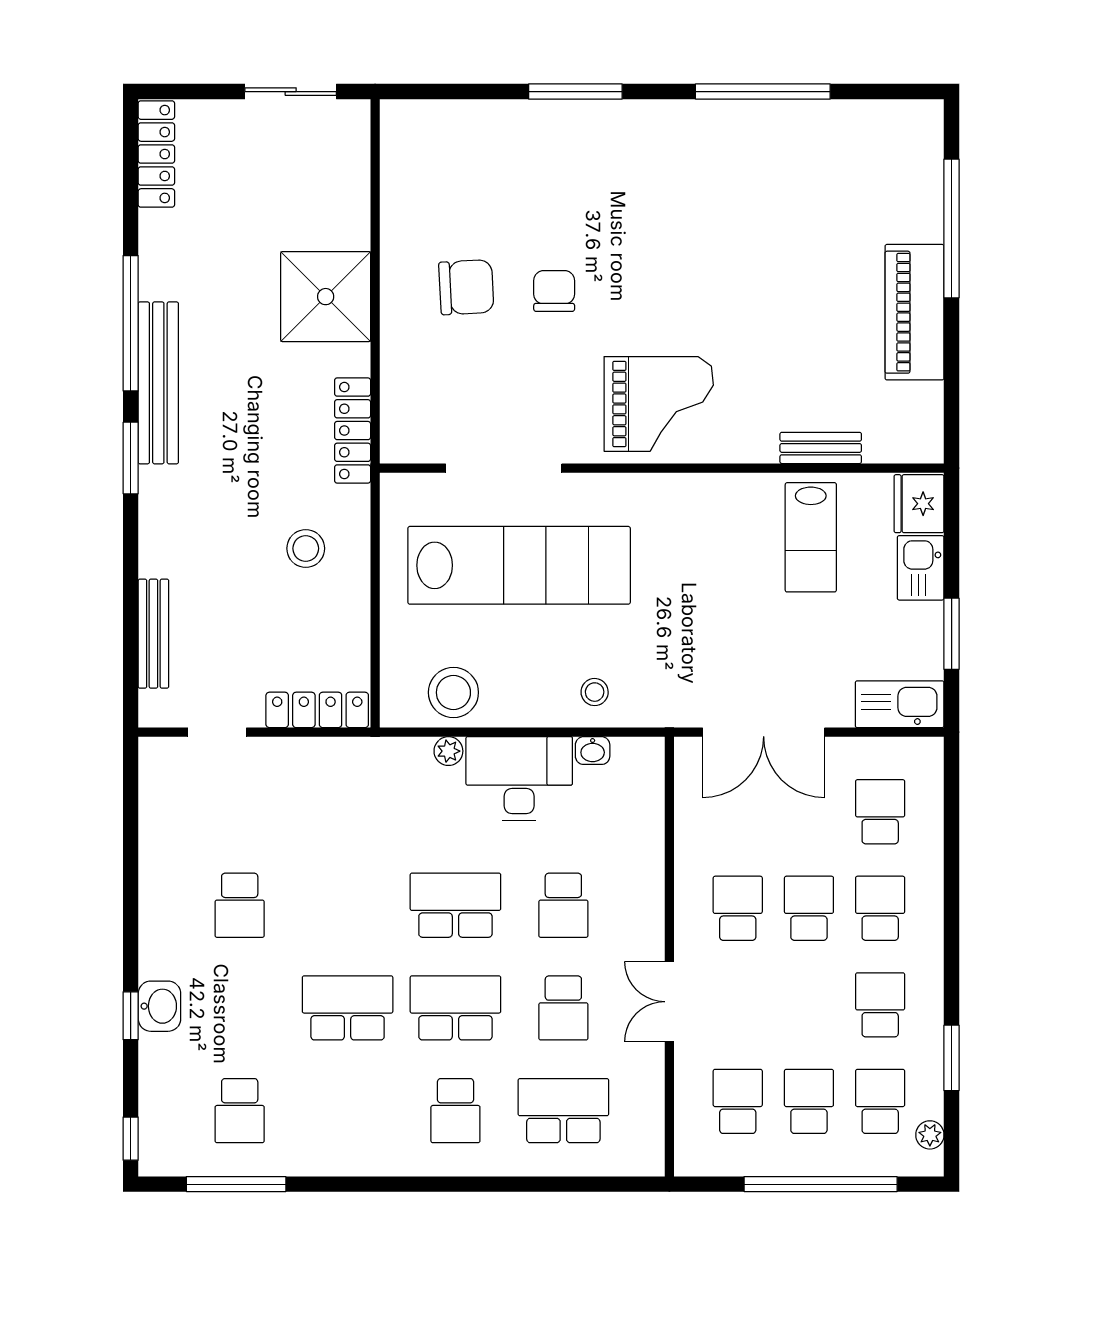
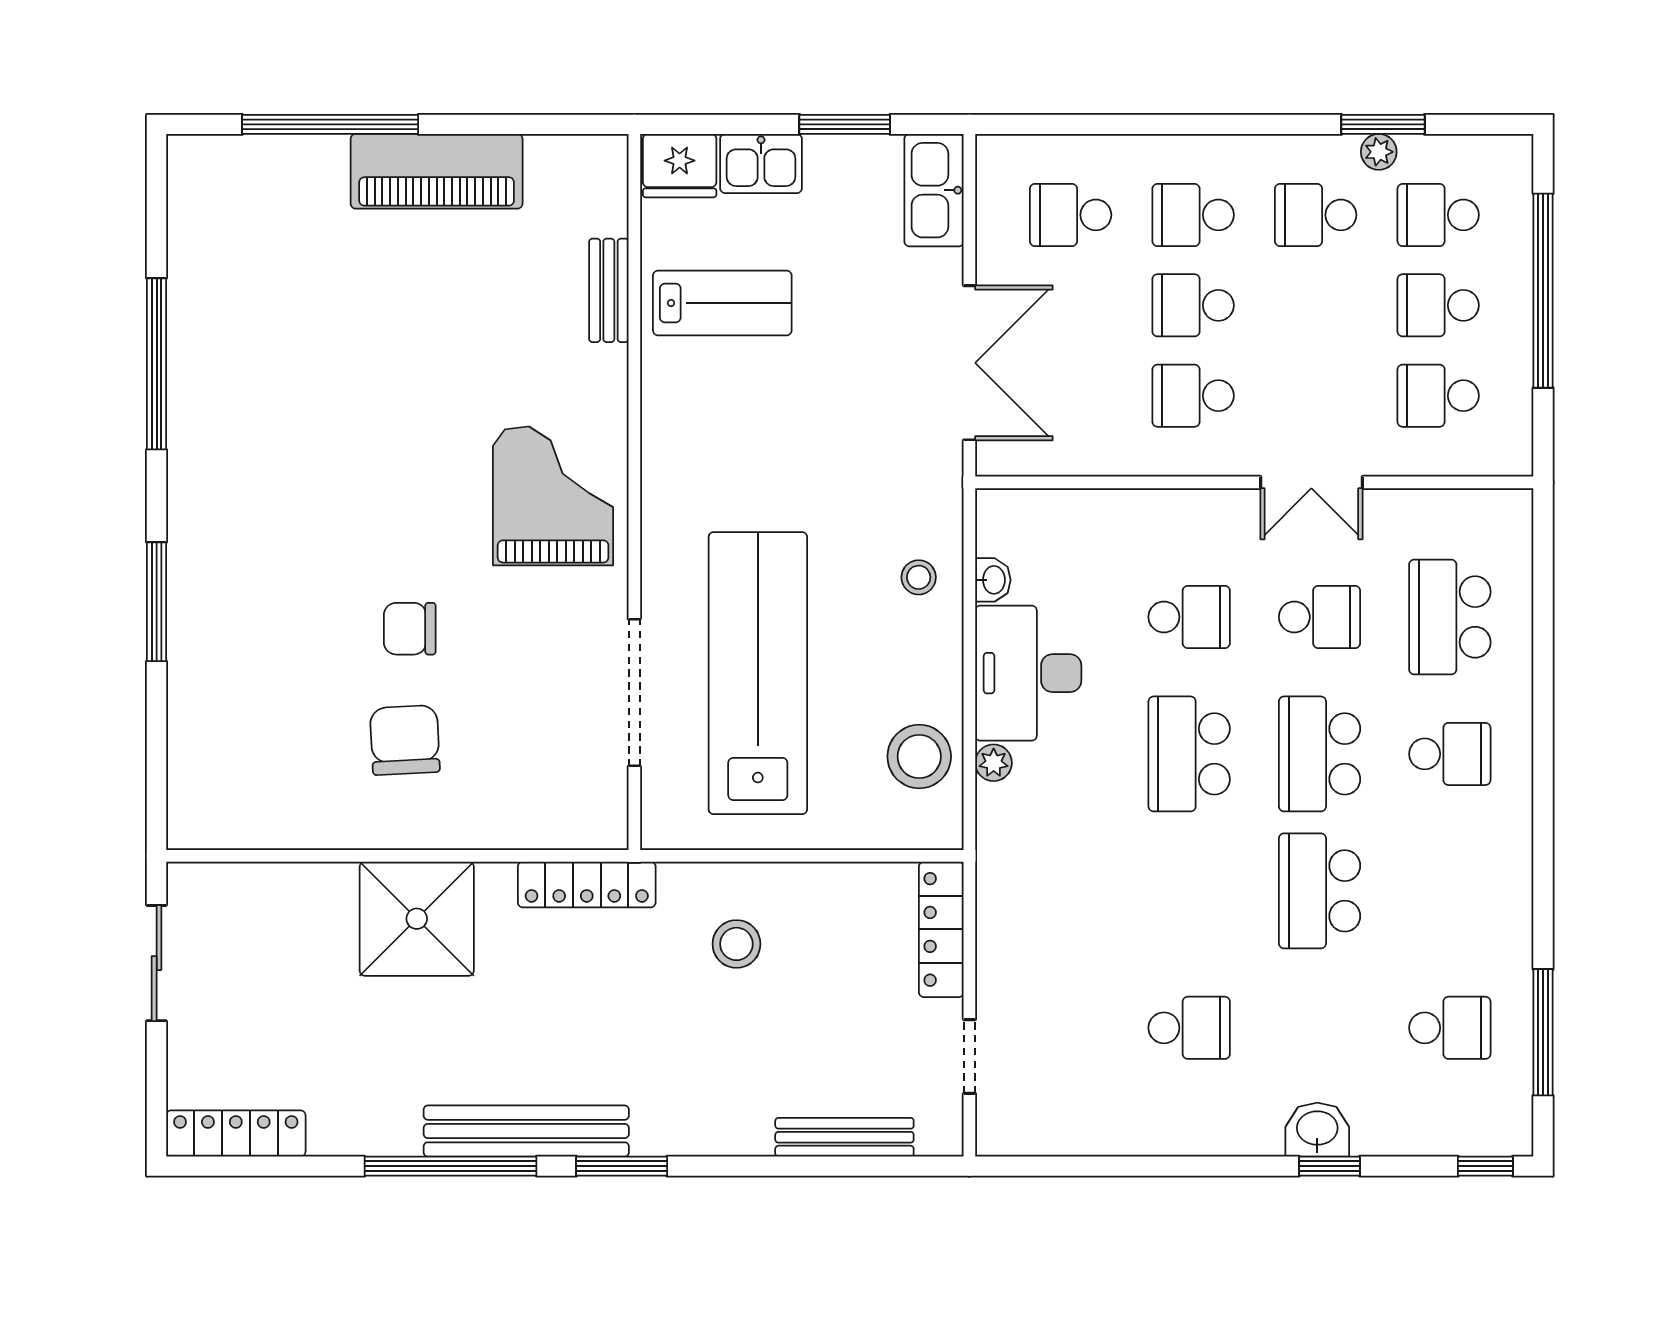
plant: (930, 1135) -> (1379, 152), moved

